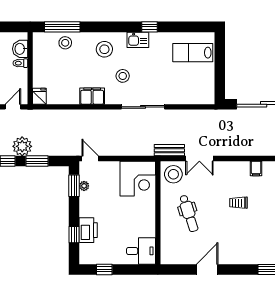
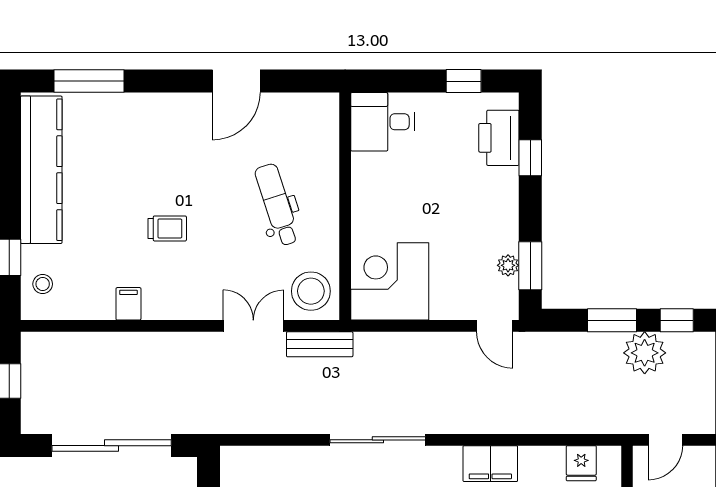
fridge: (39, 96) -> (581, 463), moved
printer: (88, 230) -> (499, 138), moved

